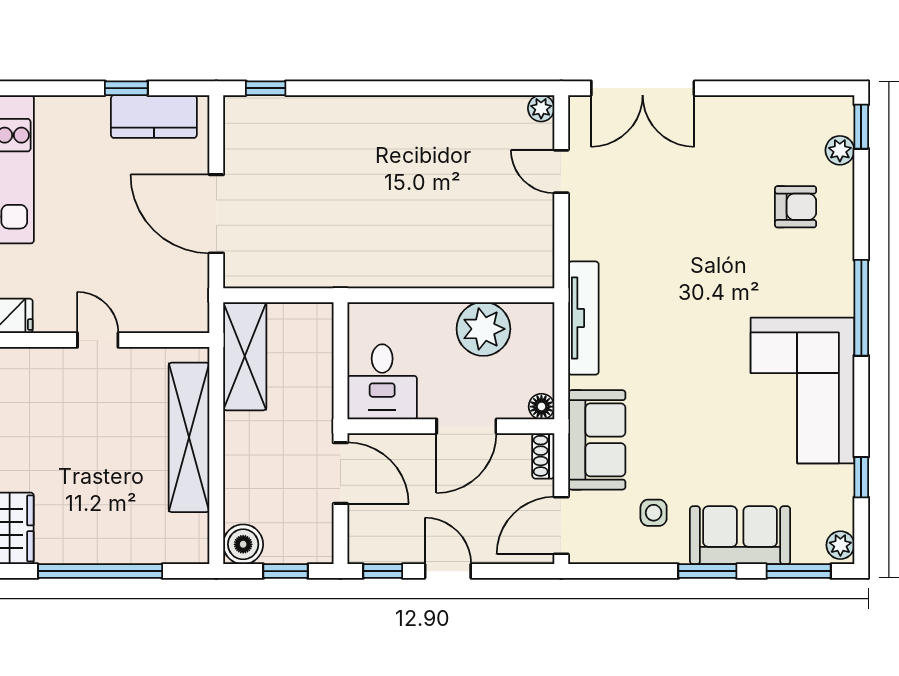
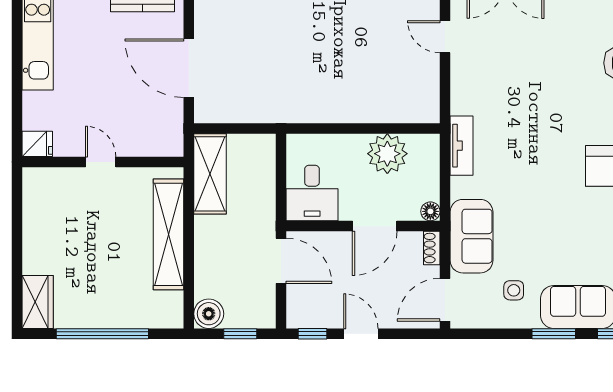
tv unit: (583, 318) -> (462, 146), width x0.71

